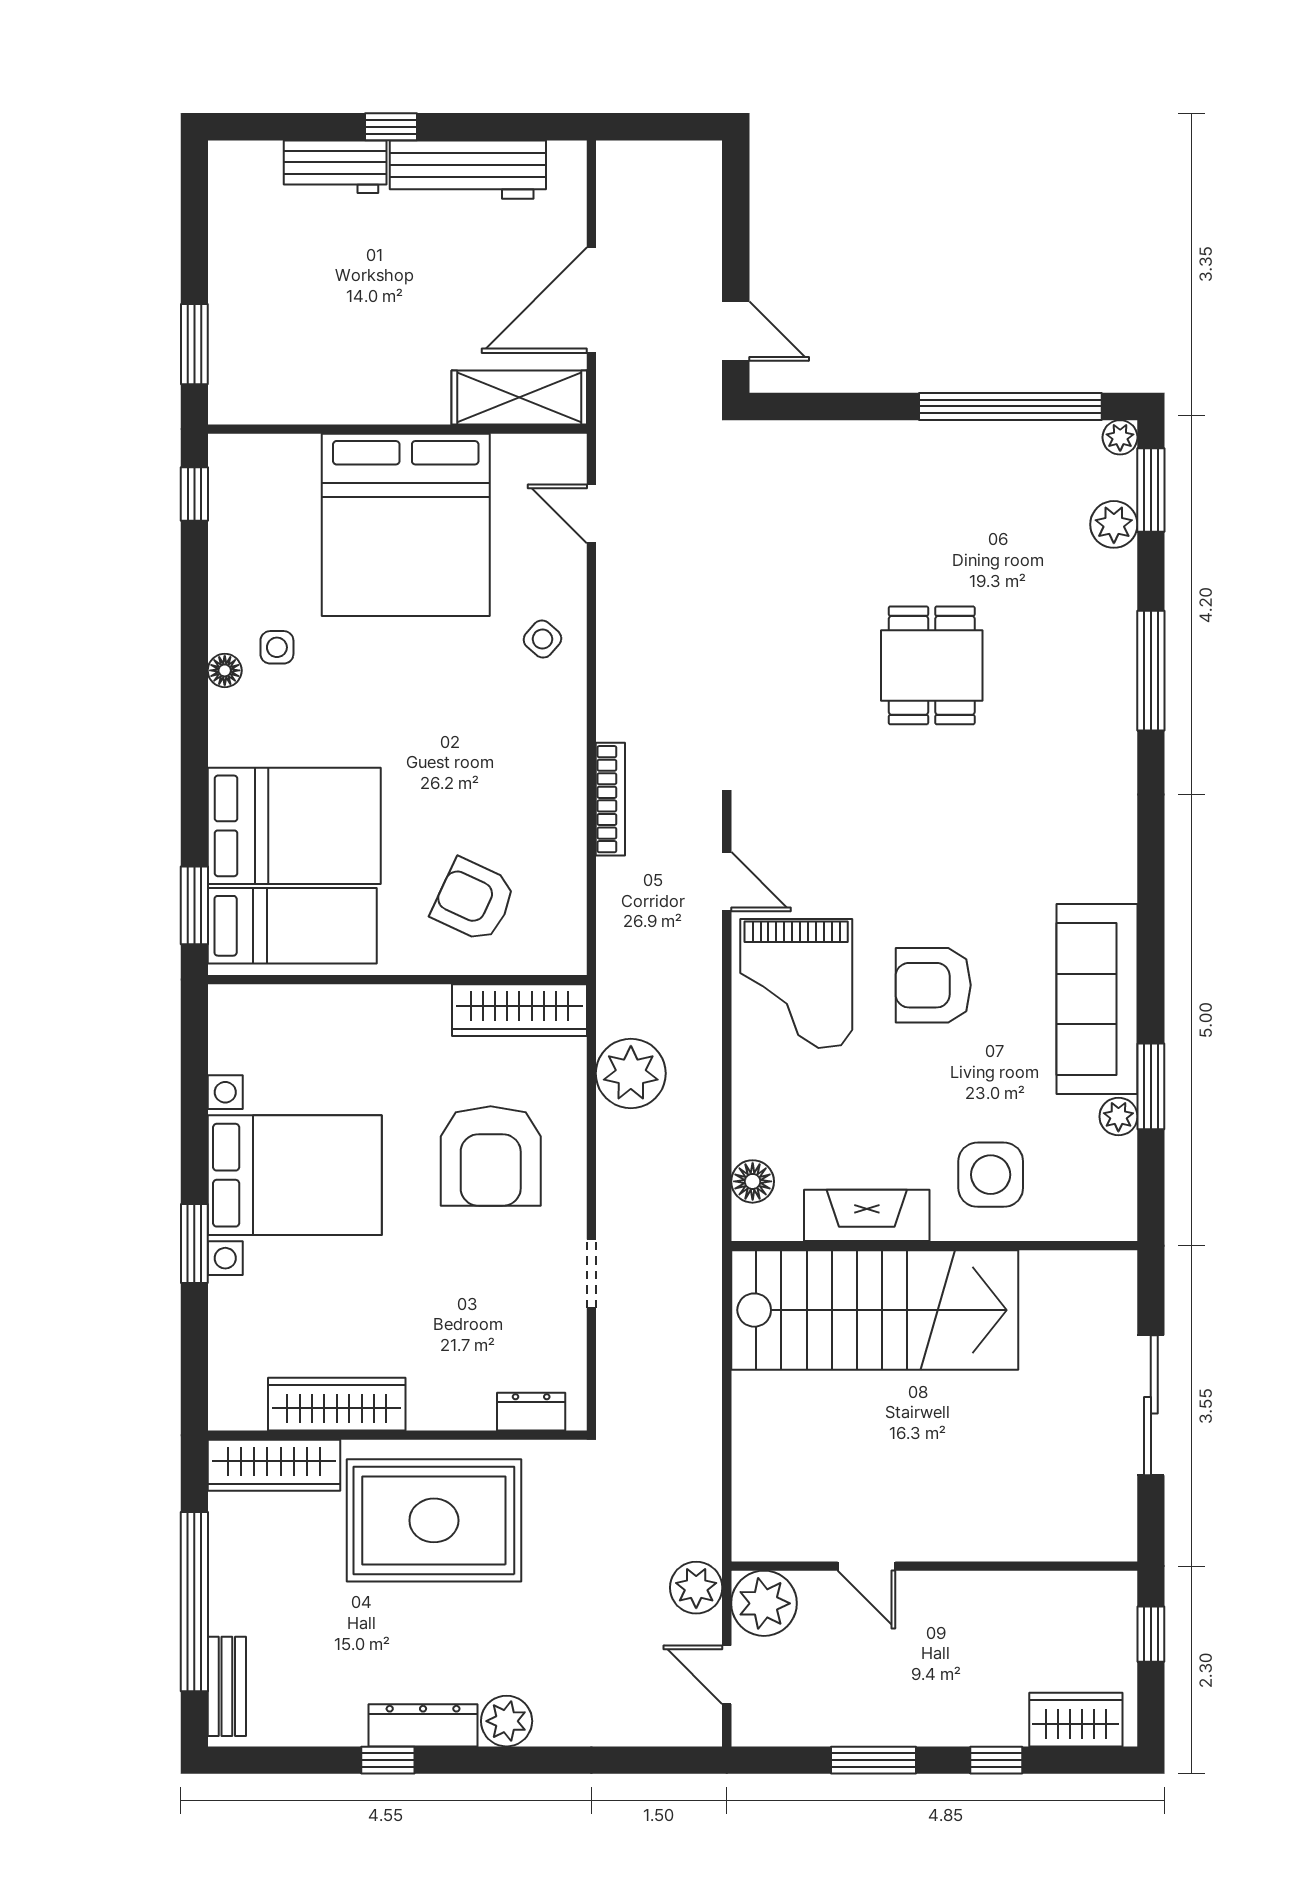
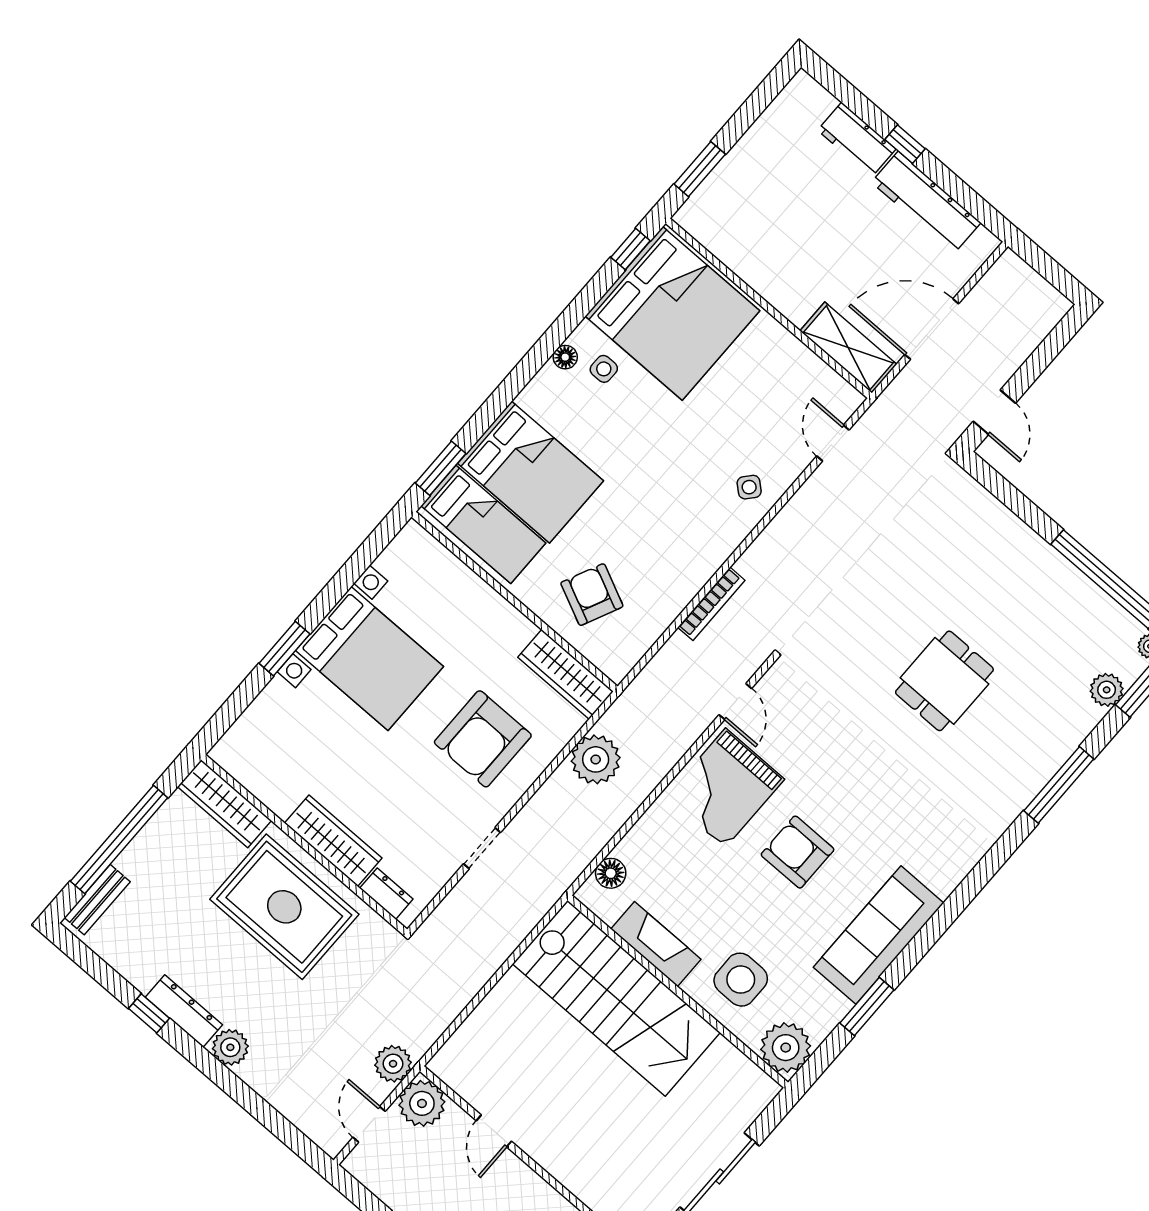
bed: (406, 525) -> (672, 313), moved, turned -90
plant: (1118, 1117) -> (786, 1048), moved, width x1.87, depth x1.87
wardrobe: (337, 1404) -> (333, 841), moved

